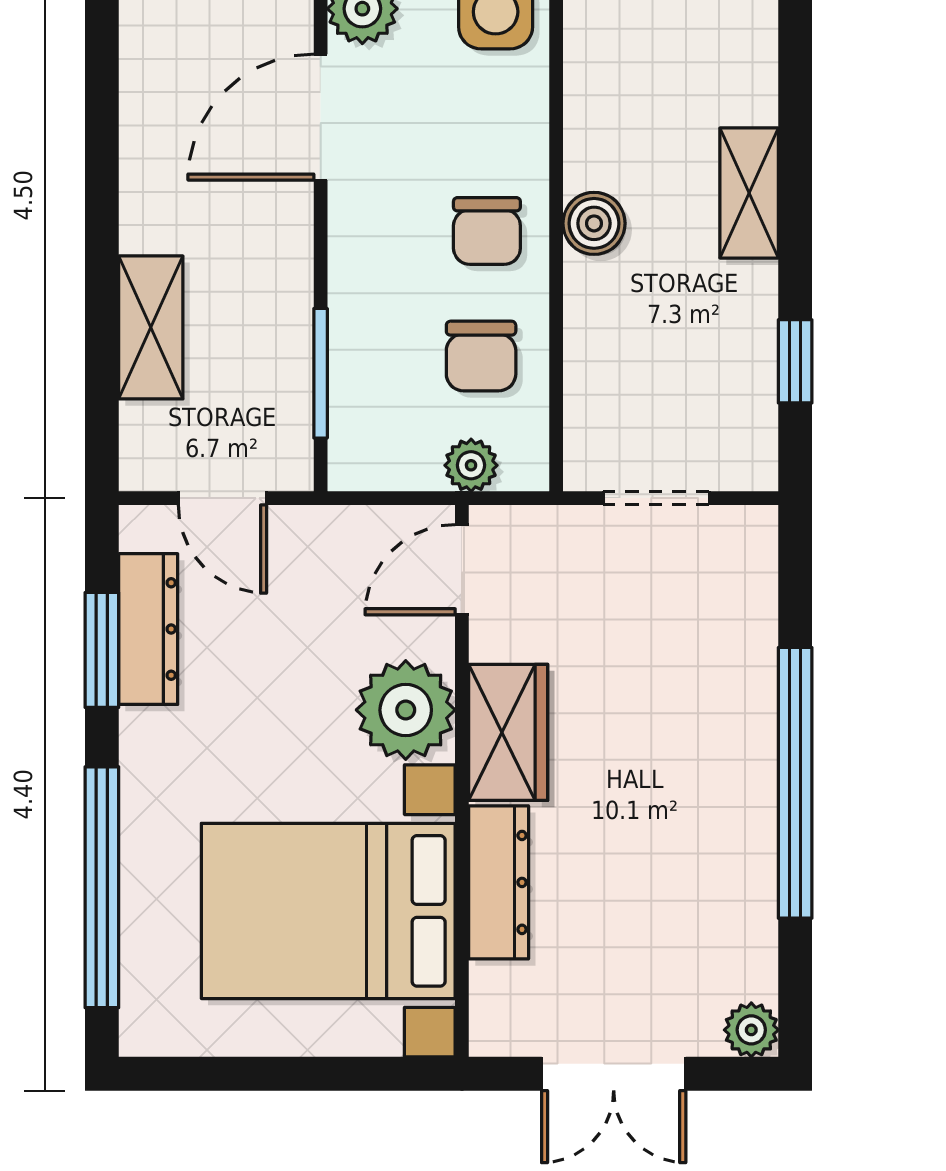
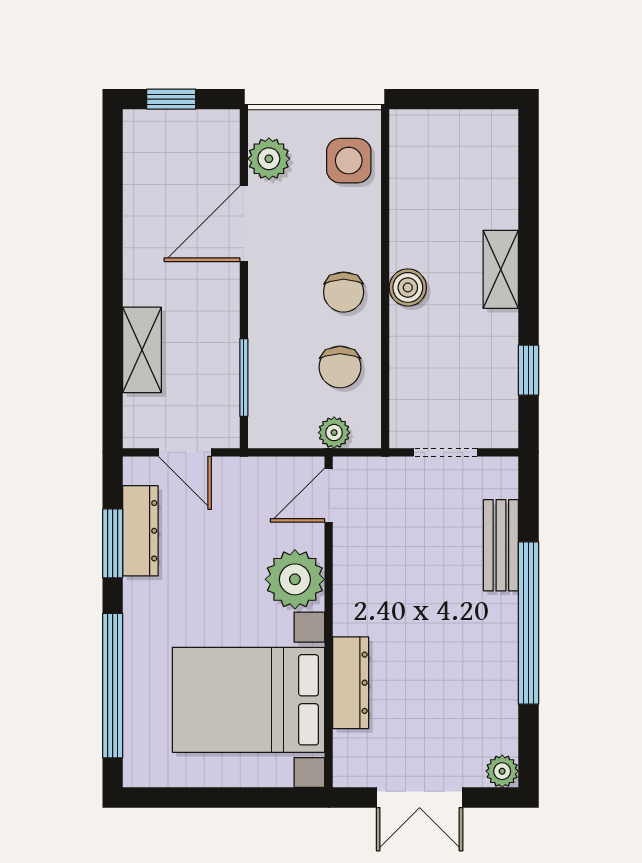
bench: (749, 653) -> (501, 545), added
wardrobe: (508, 732) -> (356, 593), removed

